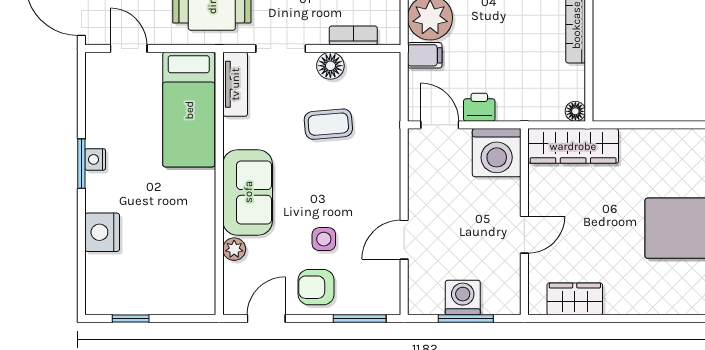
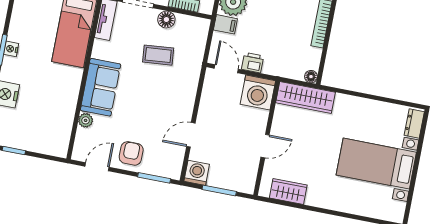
side table: (324, 239) -> (142, 125), removed
armchair: (316, 287) -> (131, 153), turned 90
washing machine: (463, 298) -> (197, 173), moved

